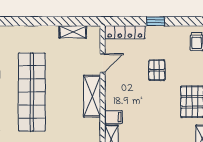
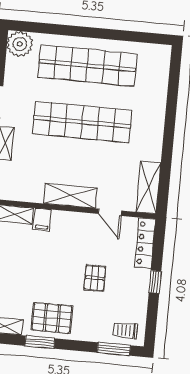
shelving: (73, 32) -> (148, 187), width x1.50, depth x1.33
pallet: (157, 70) -> (95, 278), turned 90

